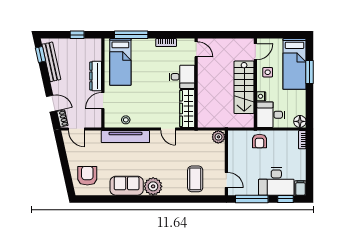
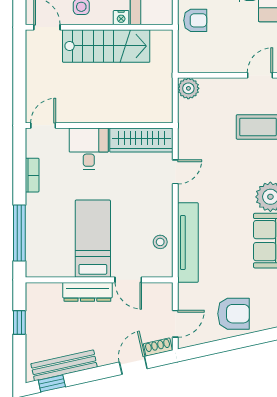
bed: (120, 62) -> (93, 239), moved, turned -90
armchair: (87, 176) -> (234, 314), moved, turned 180

